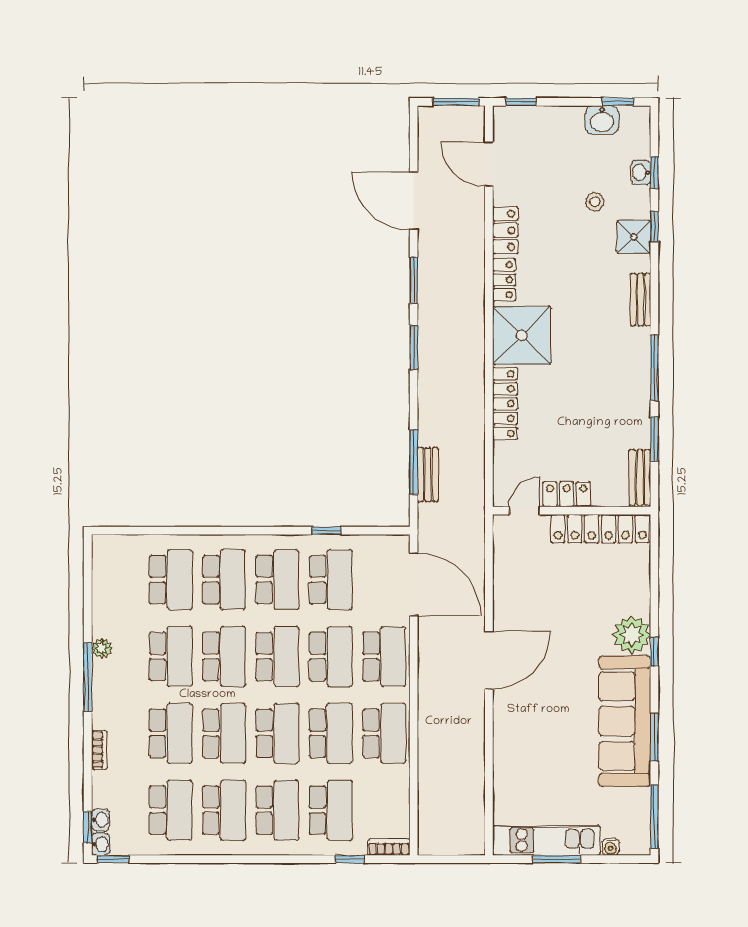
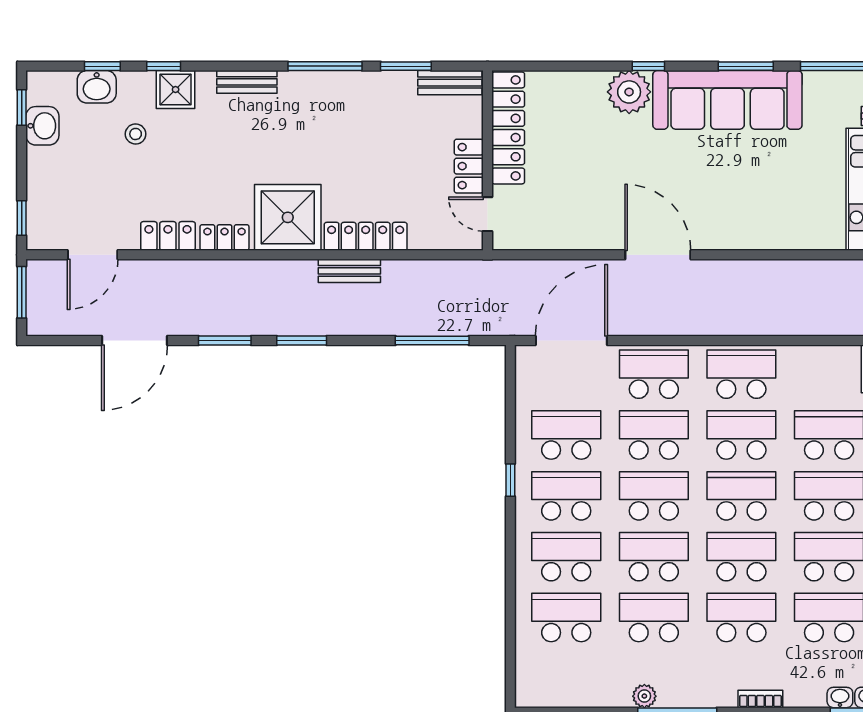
washbasin: (641, 172) -> (97, 87), width x1.38, depth x1.45
bench: (428, 475) -> (349, 271), moved
window: (326, 531) -> (510, 480), moved

